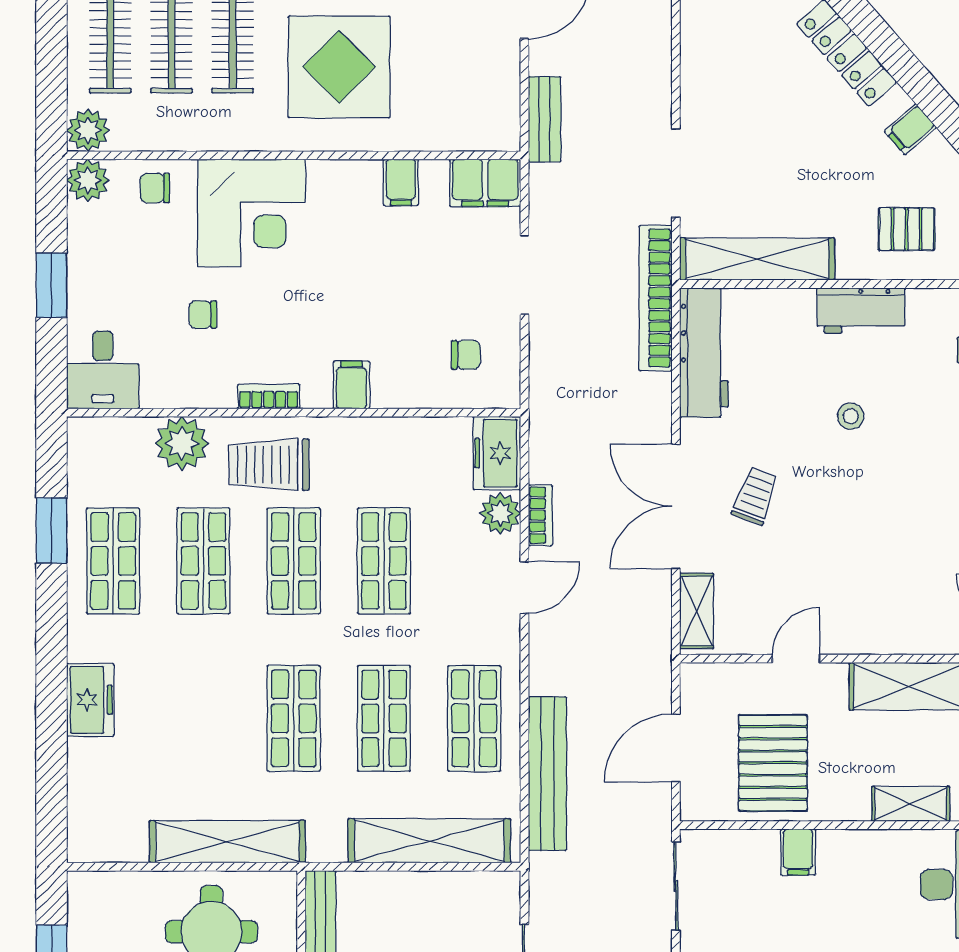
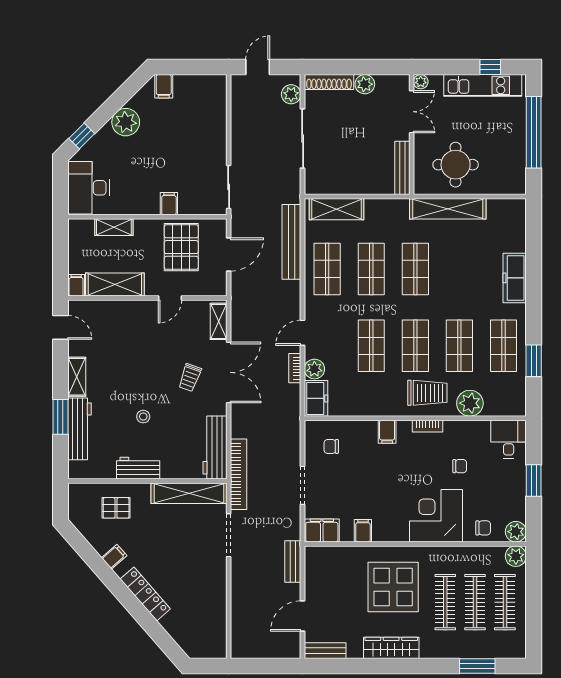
freezer: (90, 700) -> (515, 278), width x1.40
shelving: (429, 841) -> (336, 209), width x0.68

